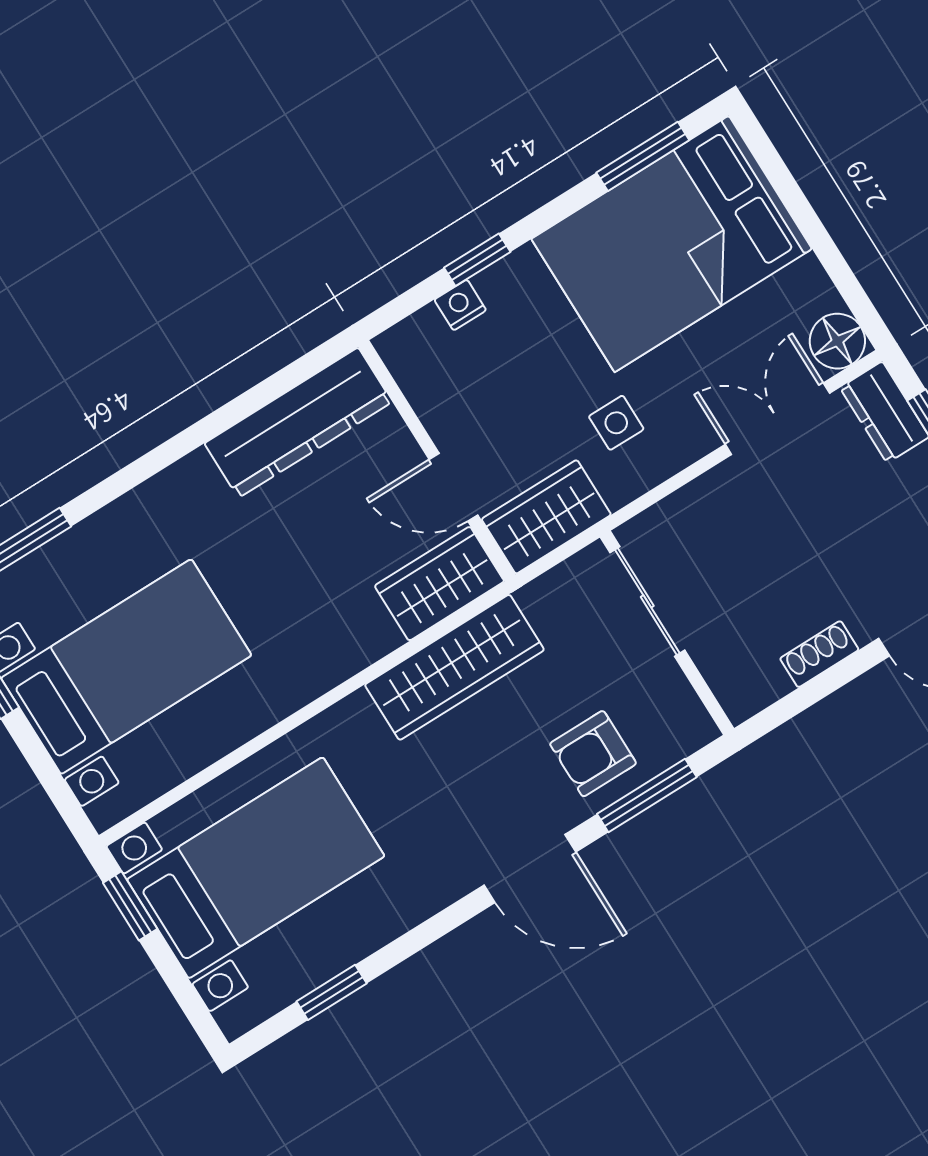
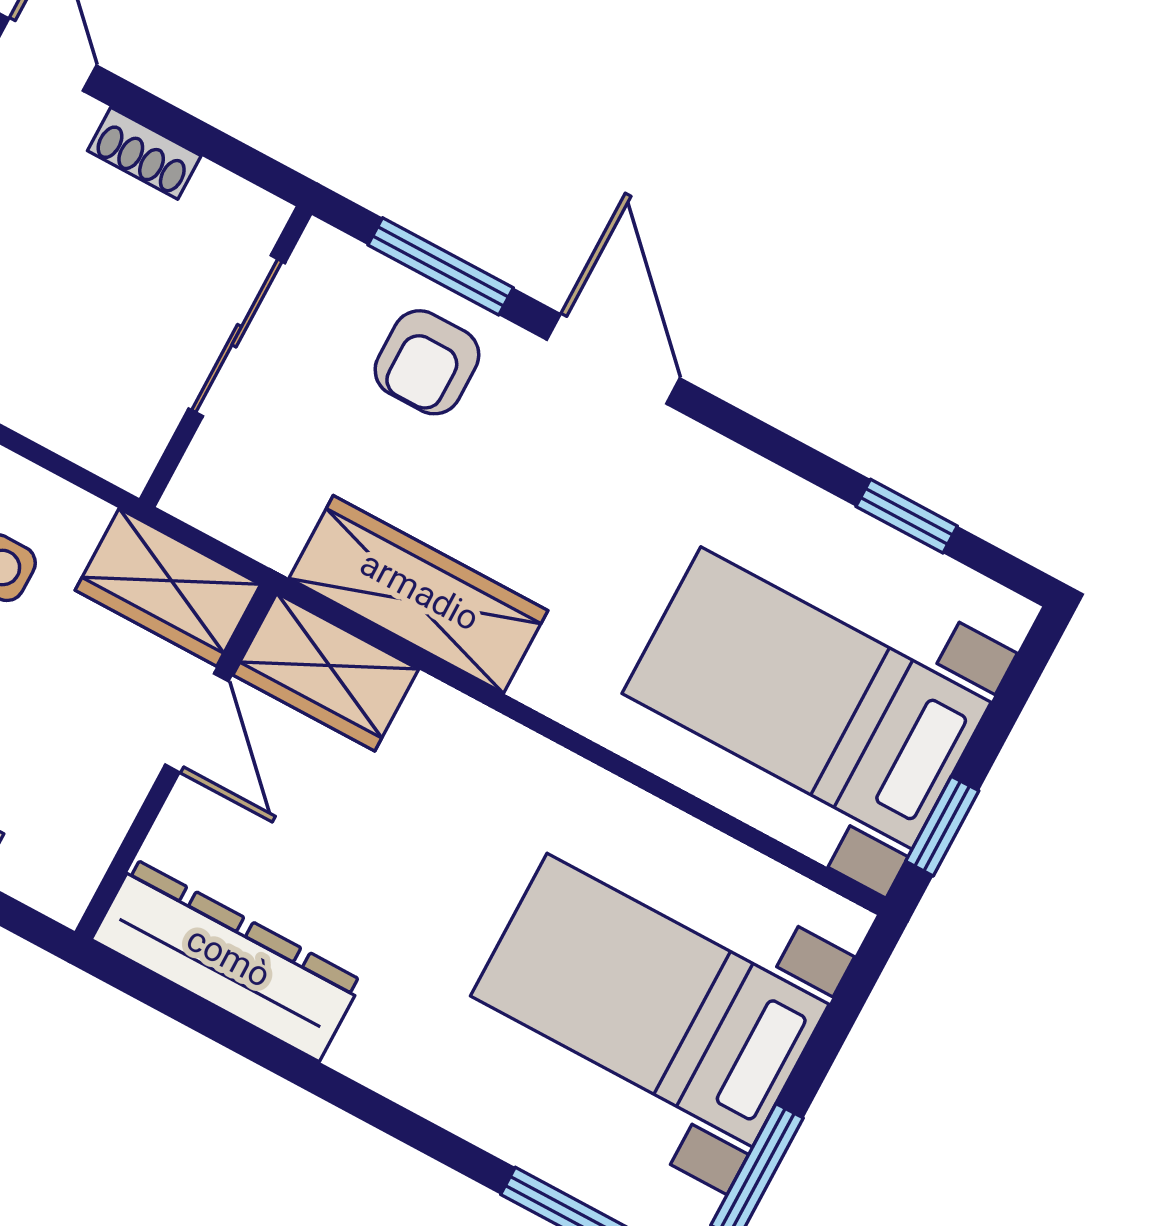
sliding door: (647, 601) -> (237, 336), moved
armchair: (593, 754) -> (427, 362), turned 90

